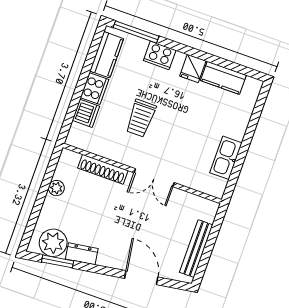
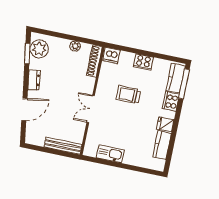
kitchen counter: (107, 55) -> (176, 78), moved, turned 90
dishwasher: (86, 113) -> (111, 55), moved
shoe rack: (103, 169) -> (94, 61), moved
bench: (196, 249) -> (63, 146), moved
dresser: (82, 254) -> (34, 80), moved

